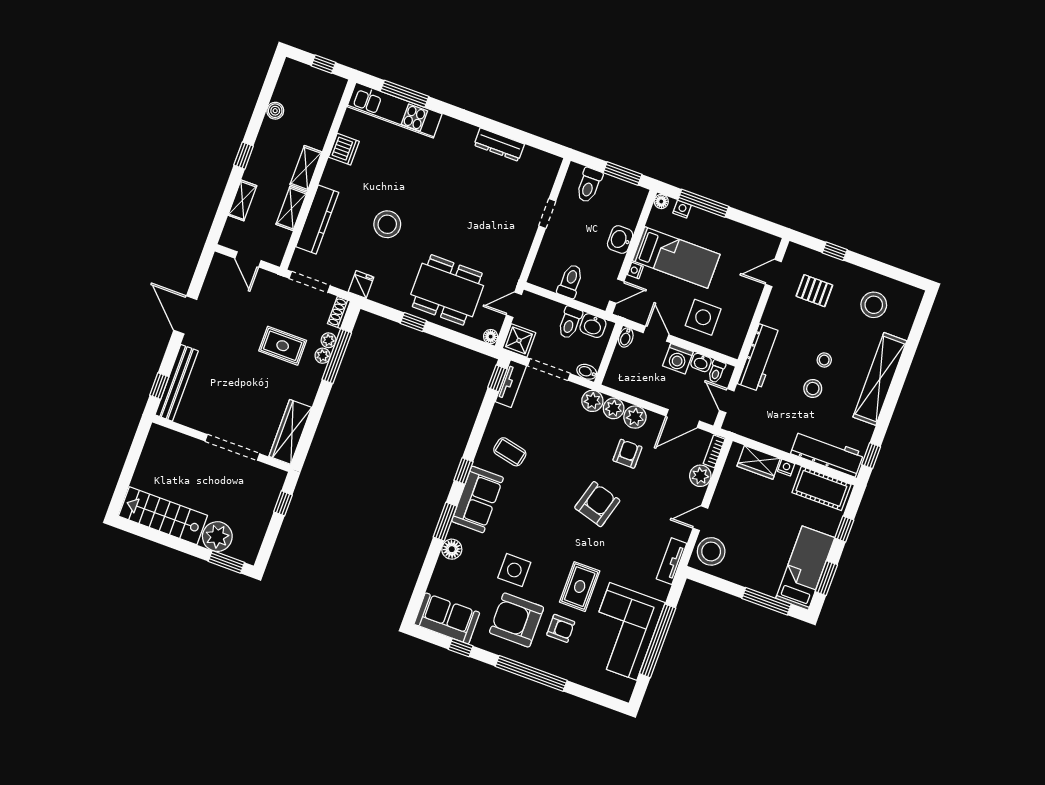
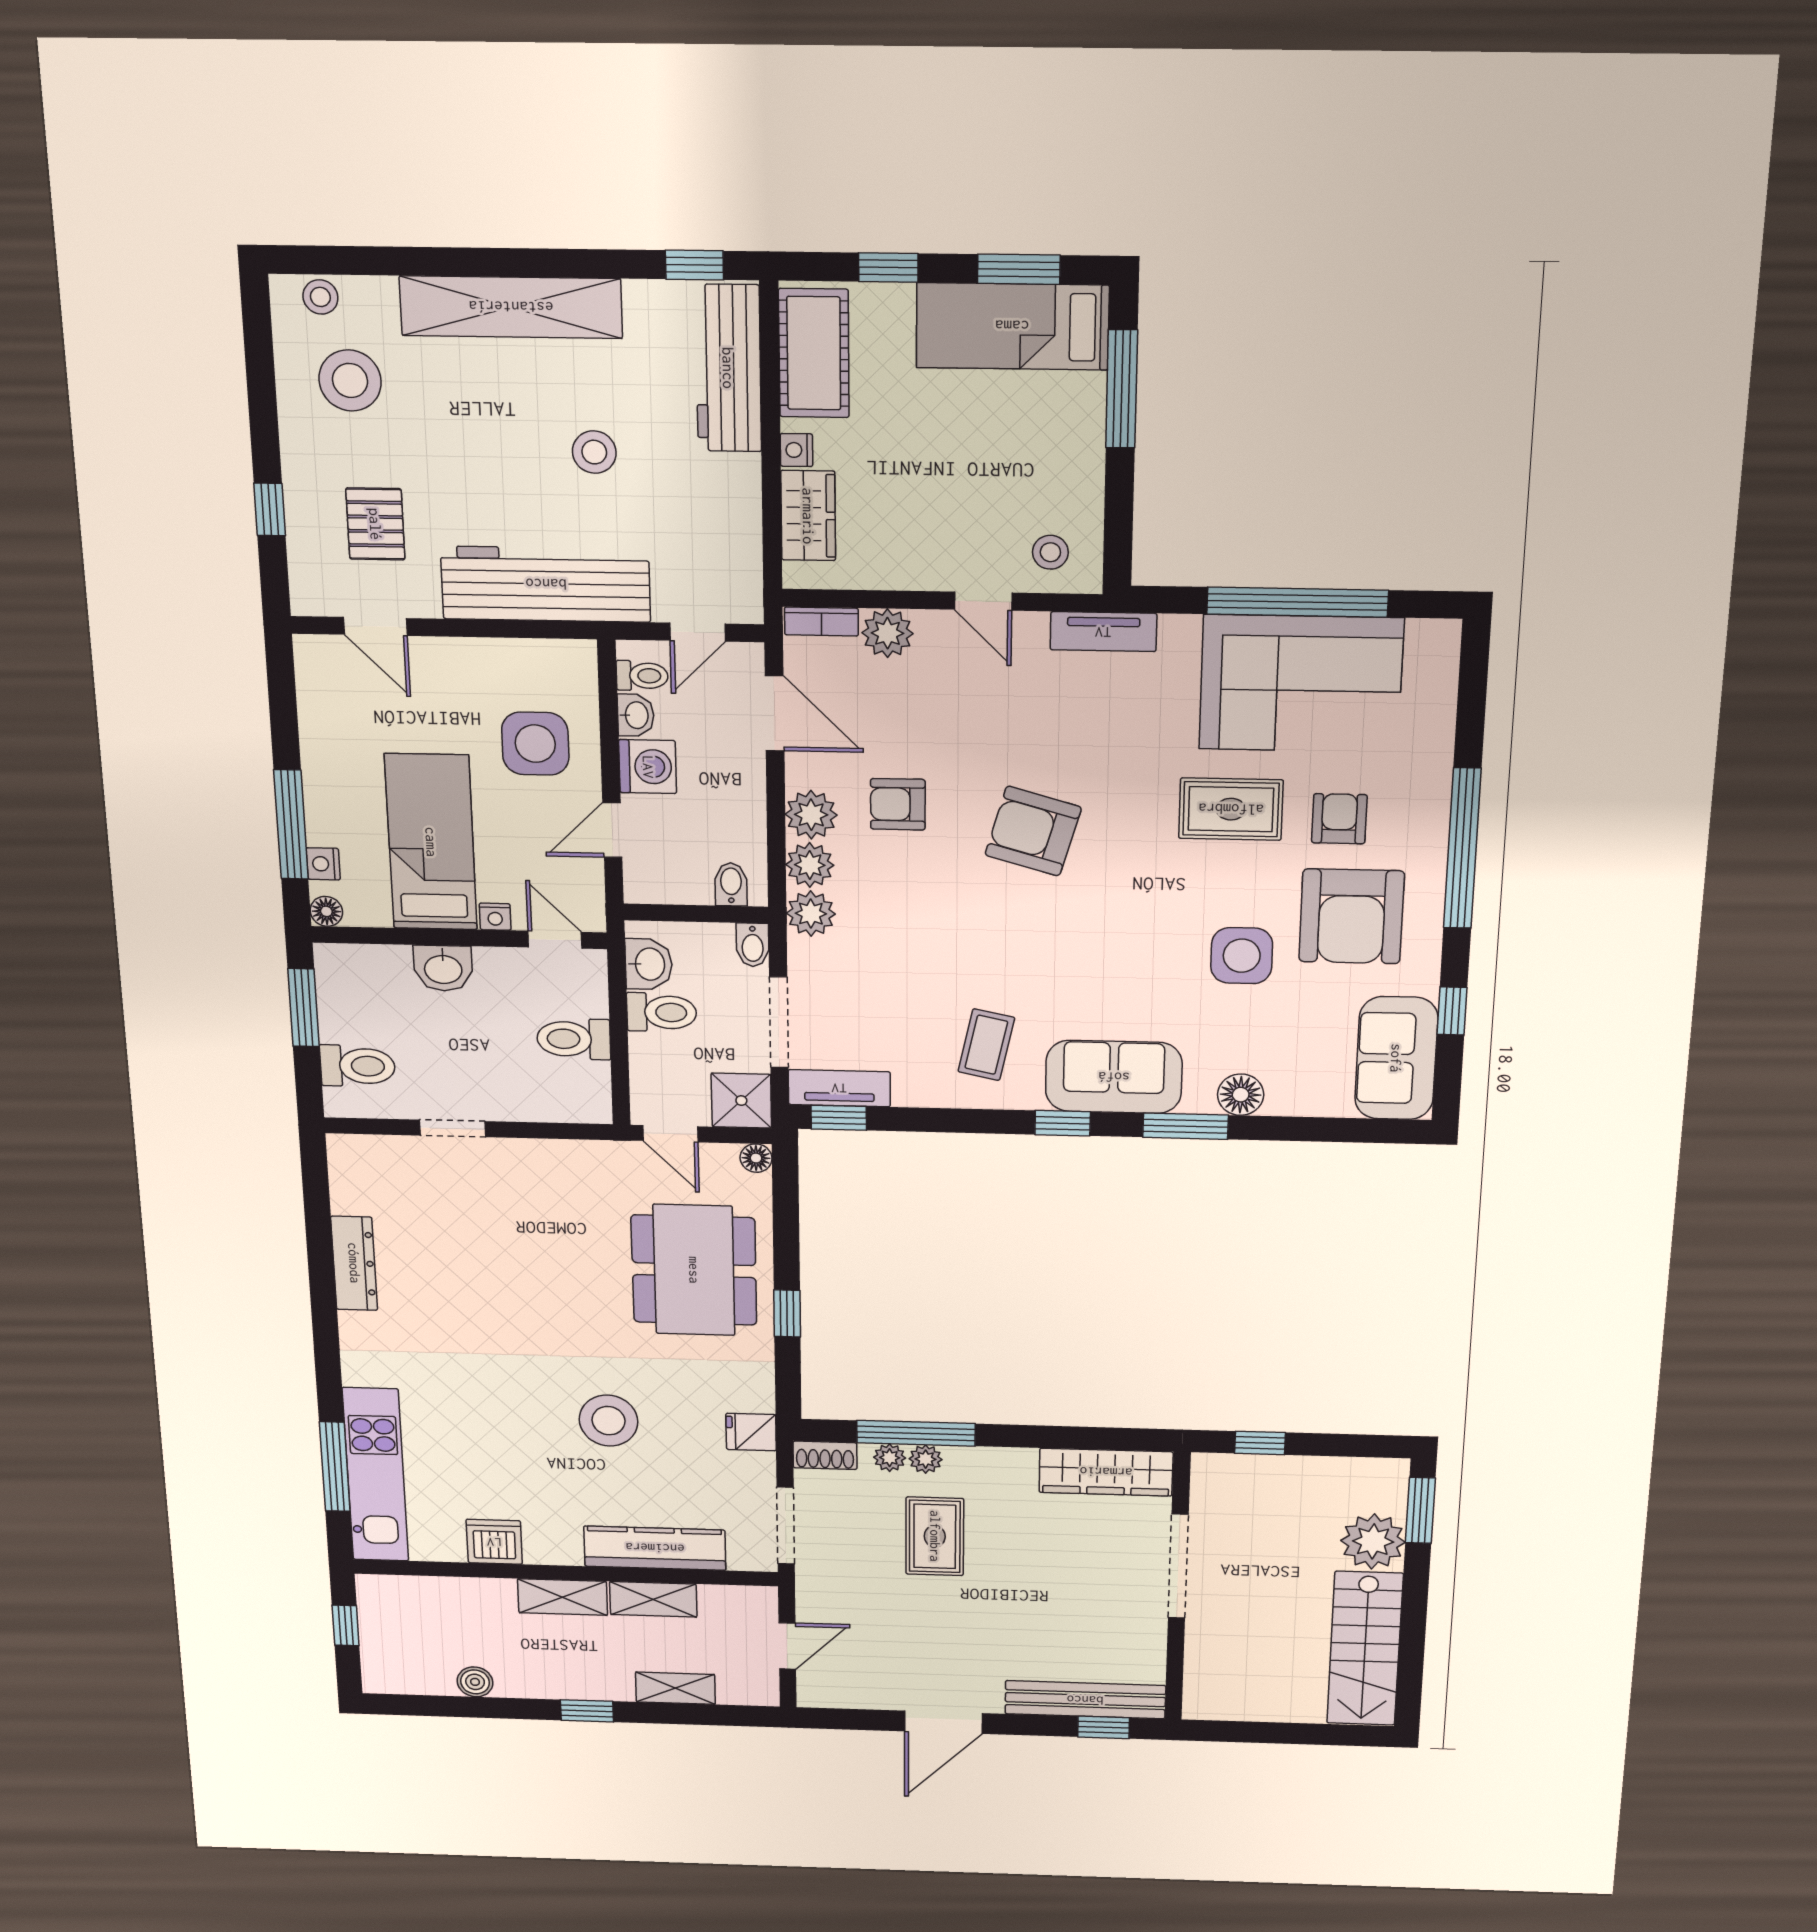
bidet: (626, 337) -> (731, 884), moved, turned -90
workbench: (759, 358) -> (546, 584), width x1.36, depth x1.32
stool: (824, 360) -> (320, 297), moved
stool: (711, 551) -> (1050, 552), width x0.53, depth x0.53

